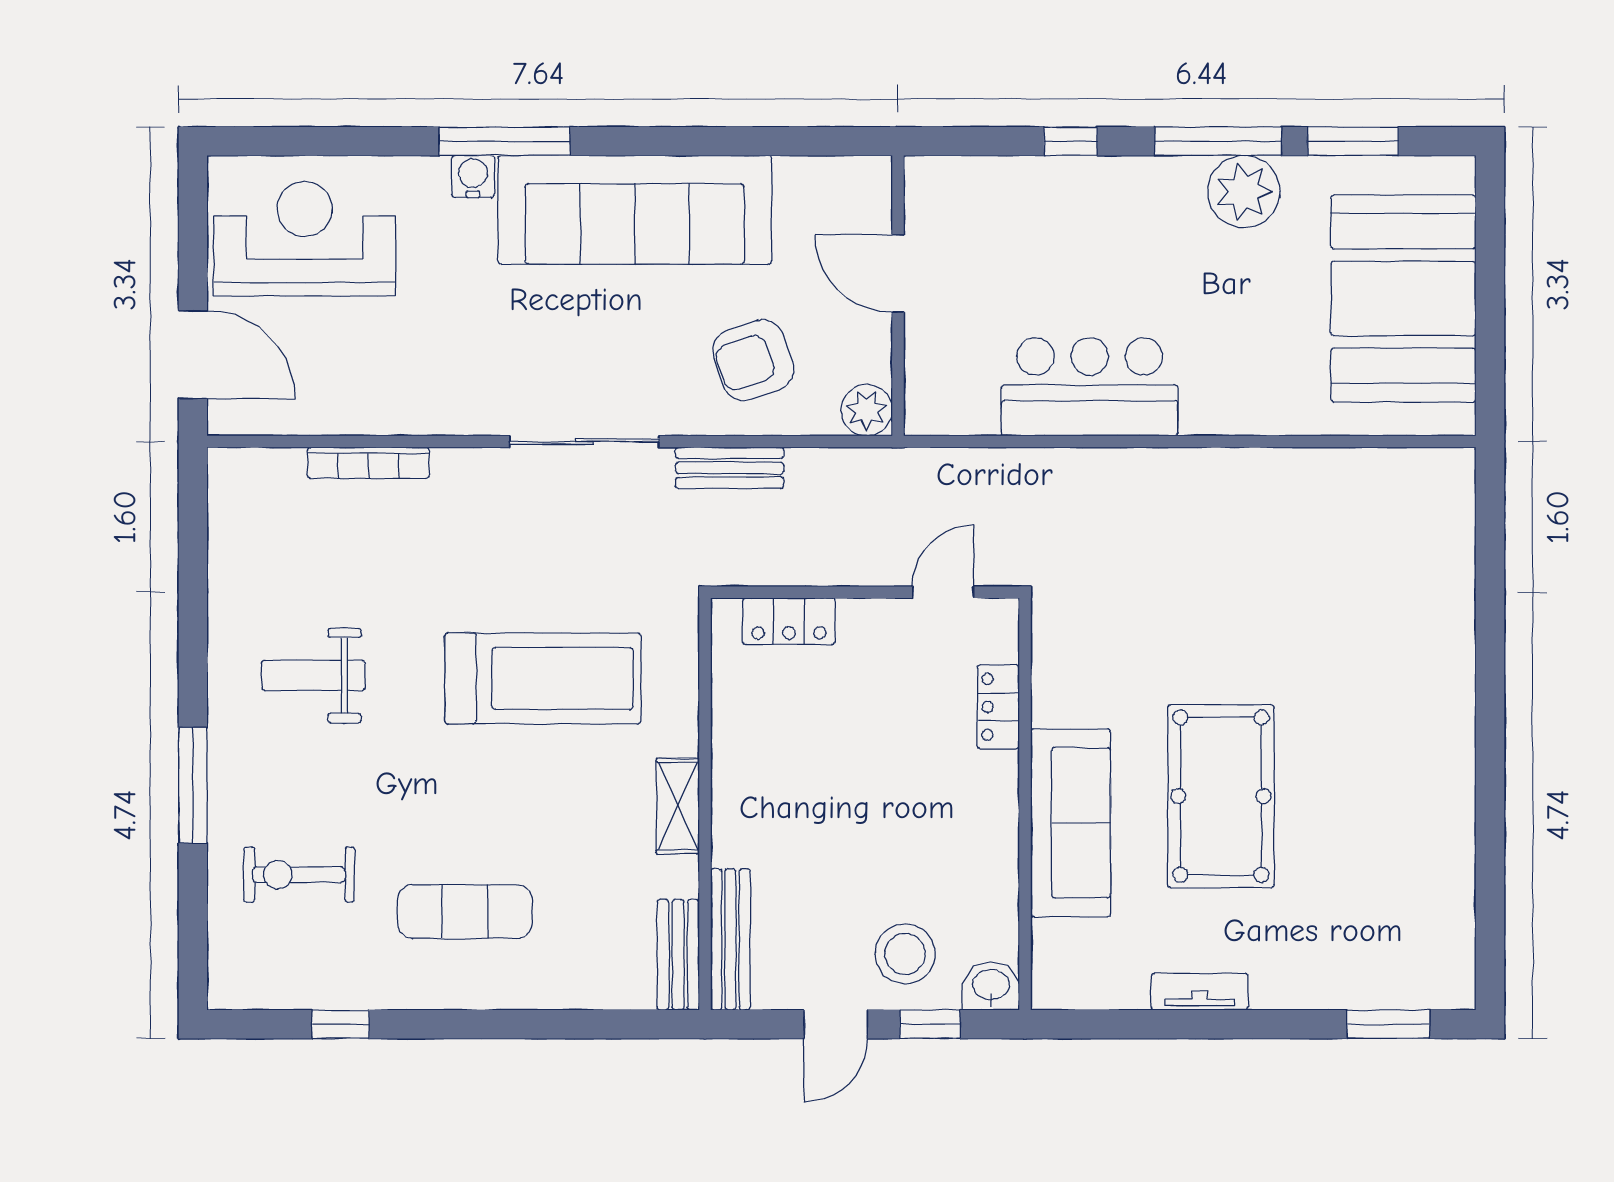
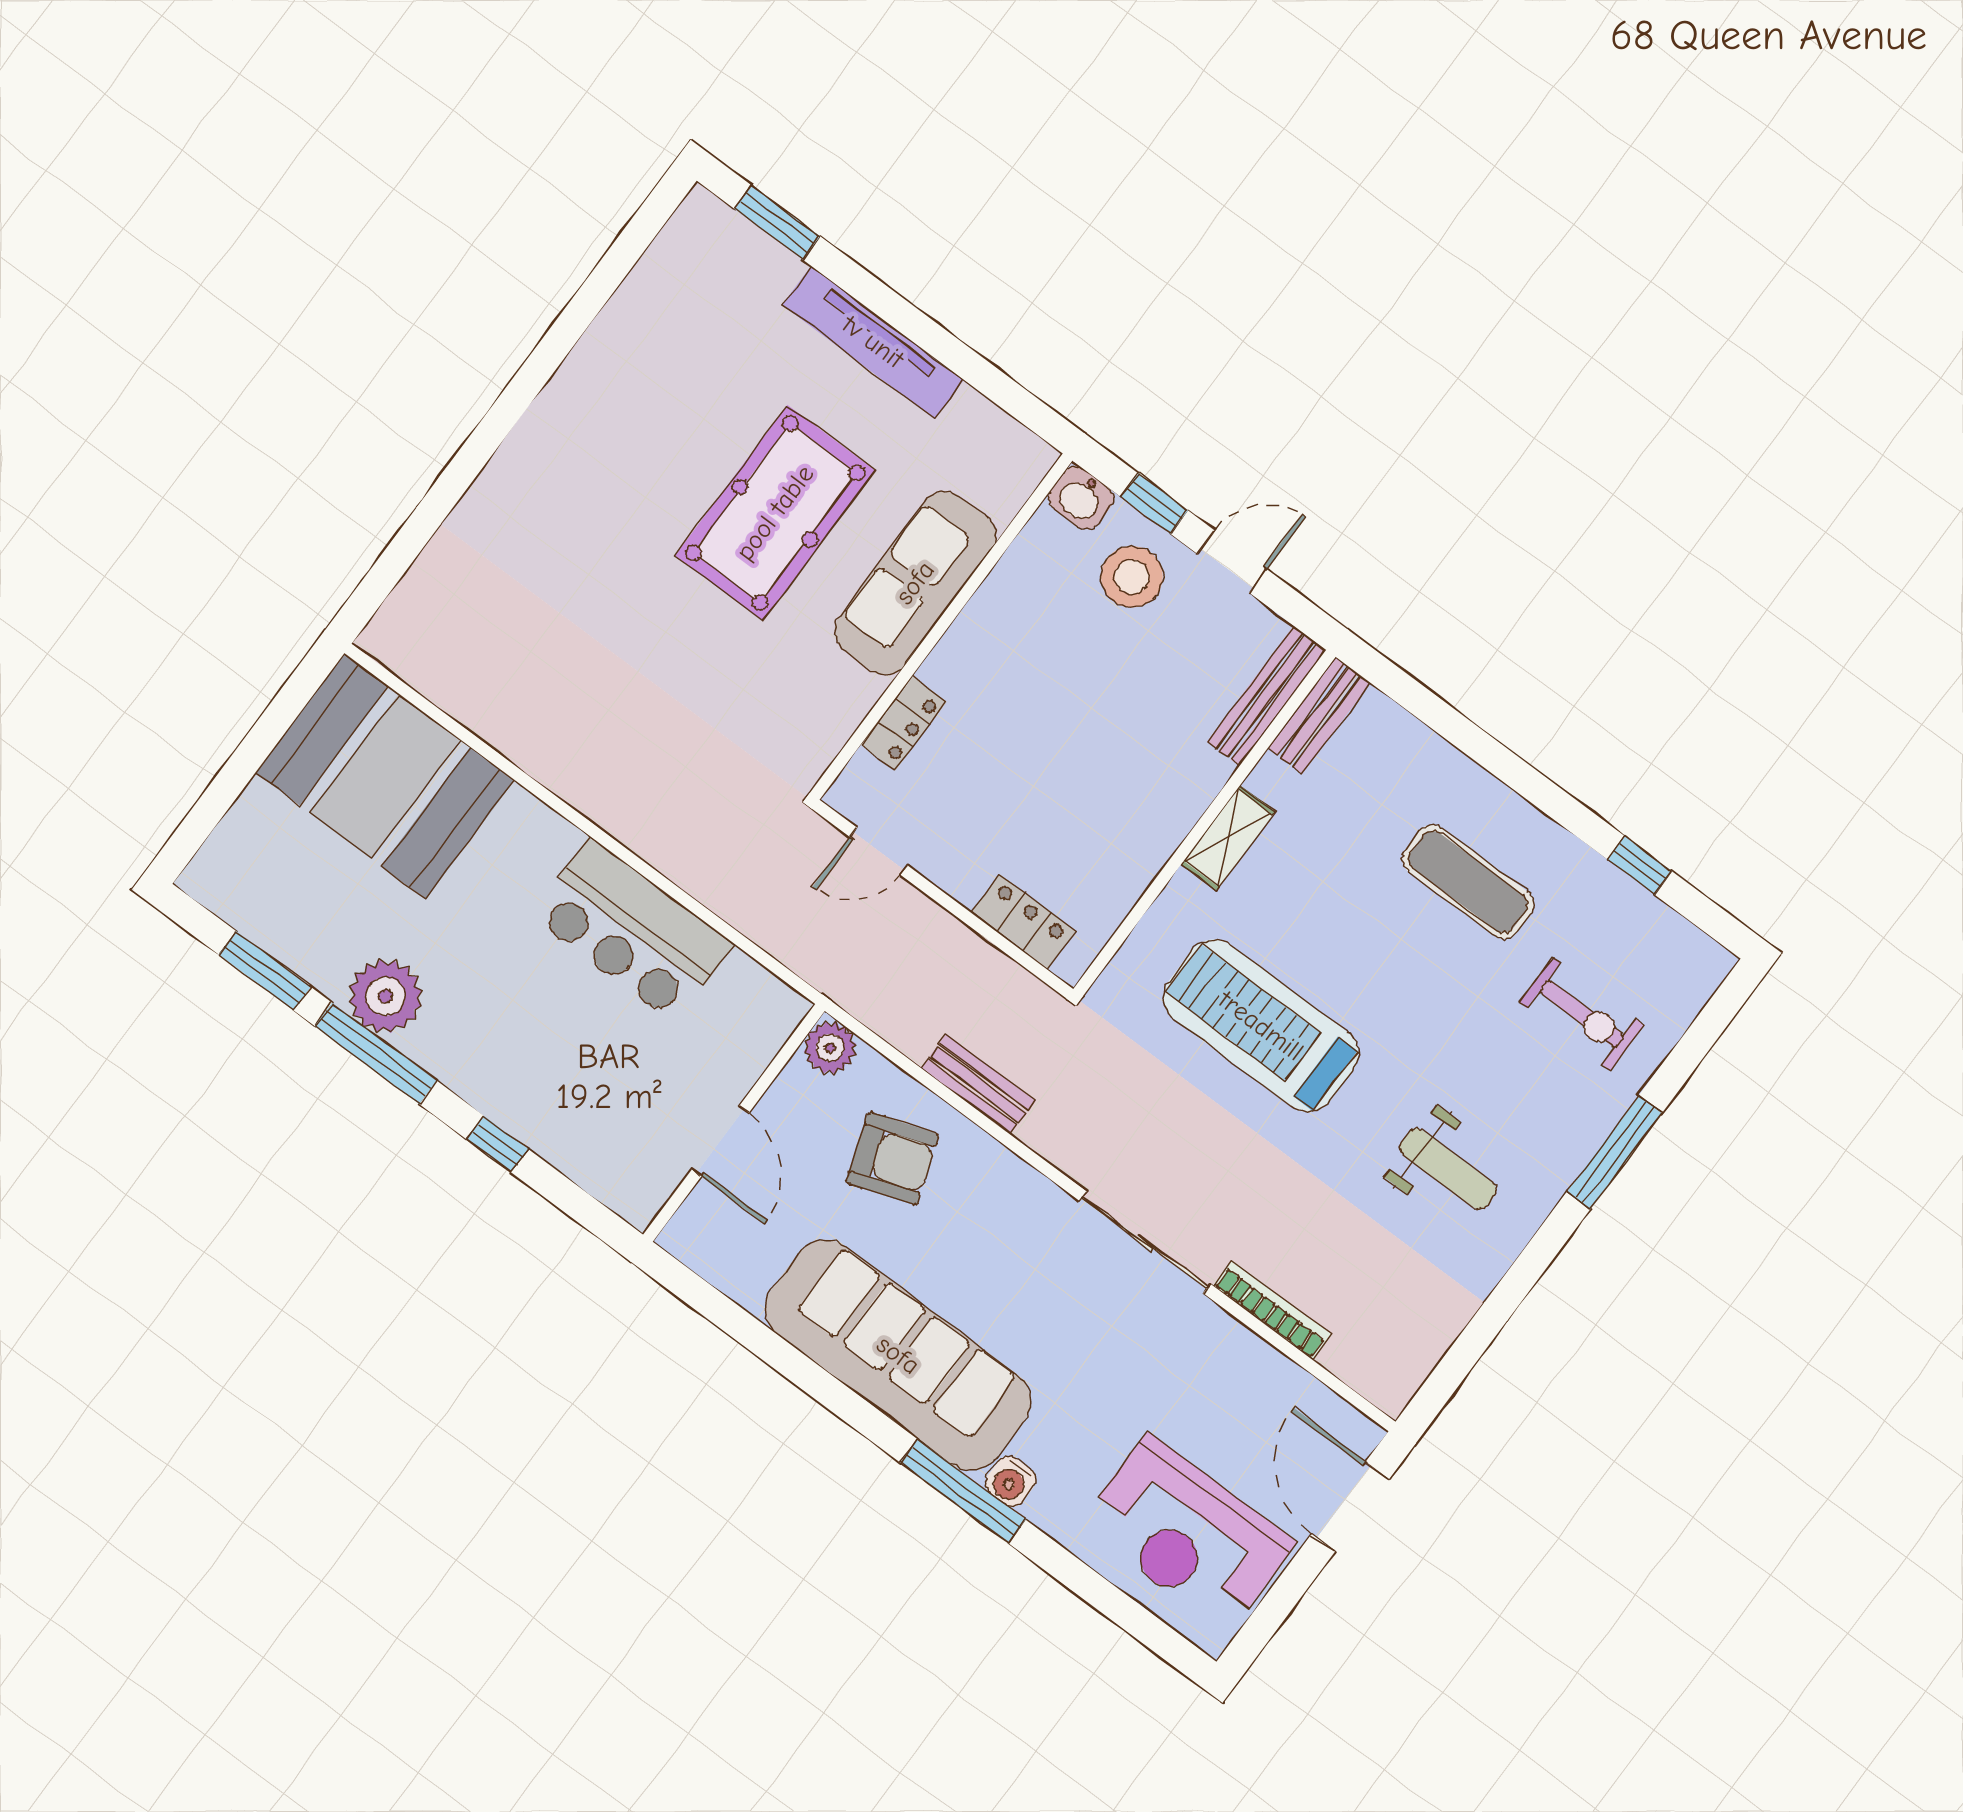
booth: (1403, 298) -> (385, 776), moved, turned 90
sliding door: (584, 442) -> (1145, 1243), moved
tv unit: (1199, 992) -> (873, 342), width x1.92, depth x1.29

